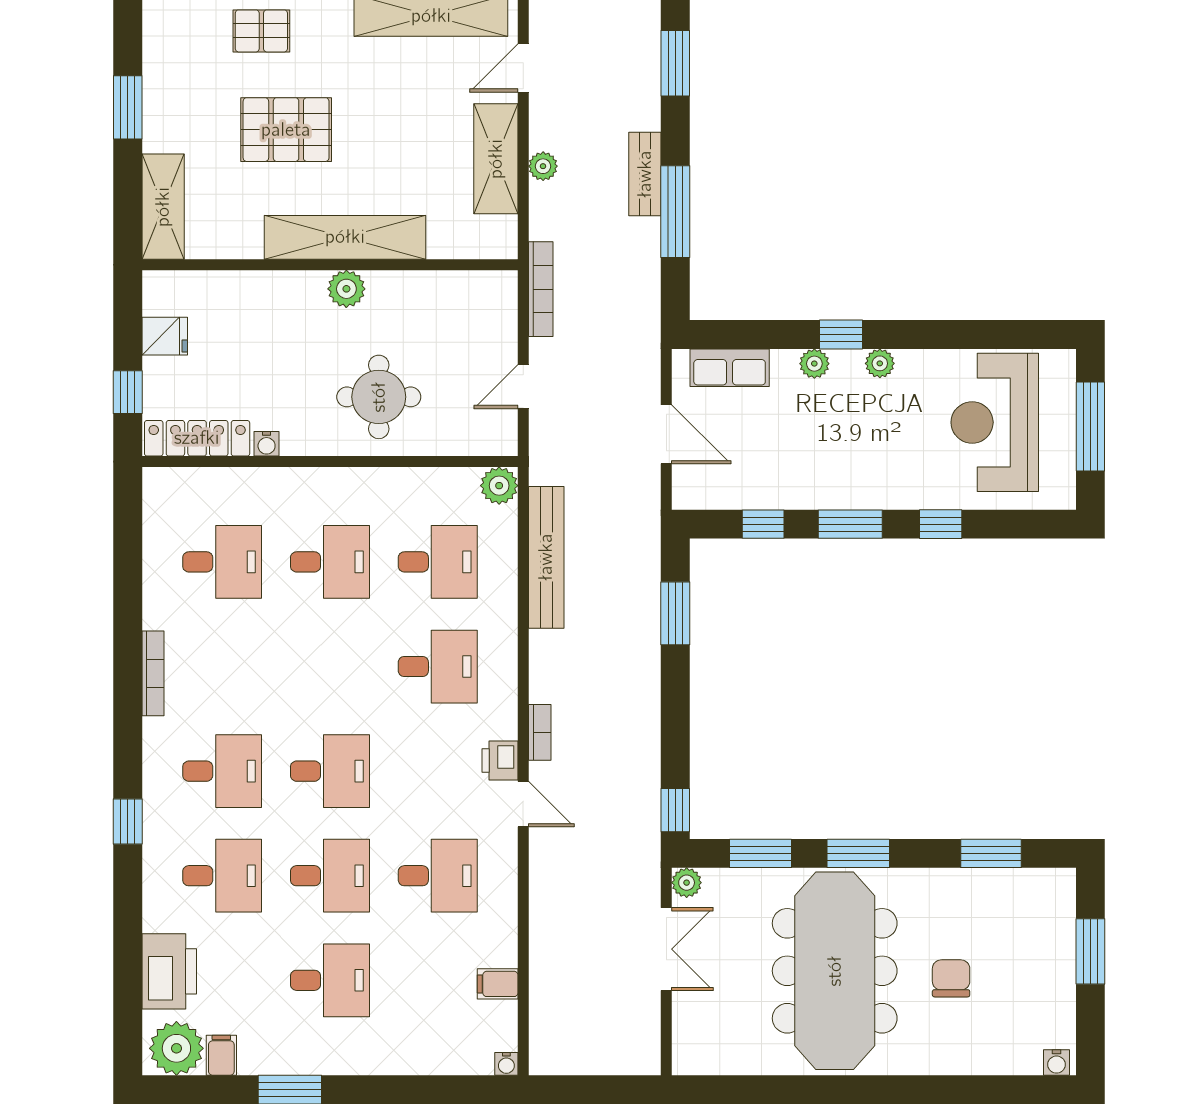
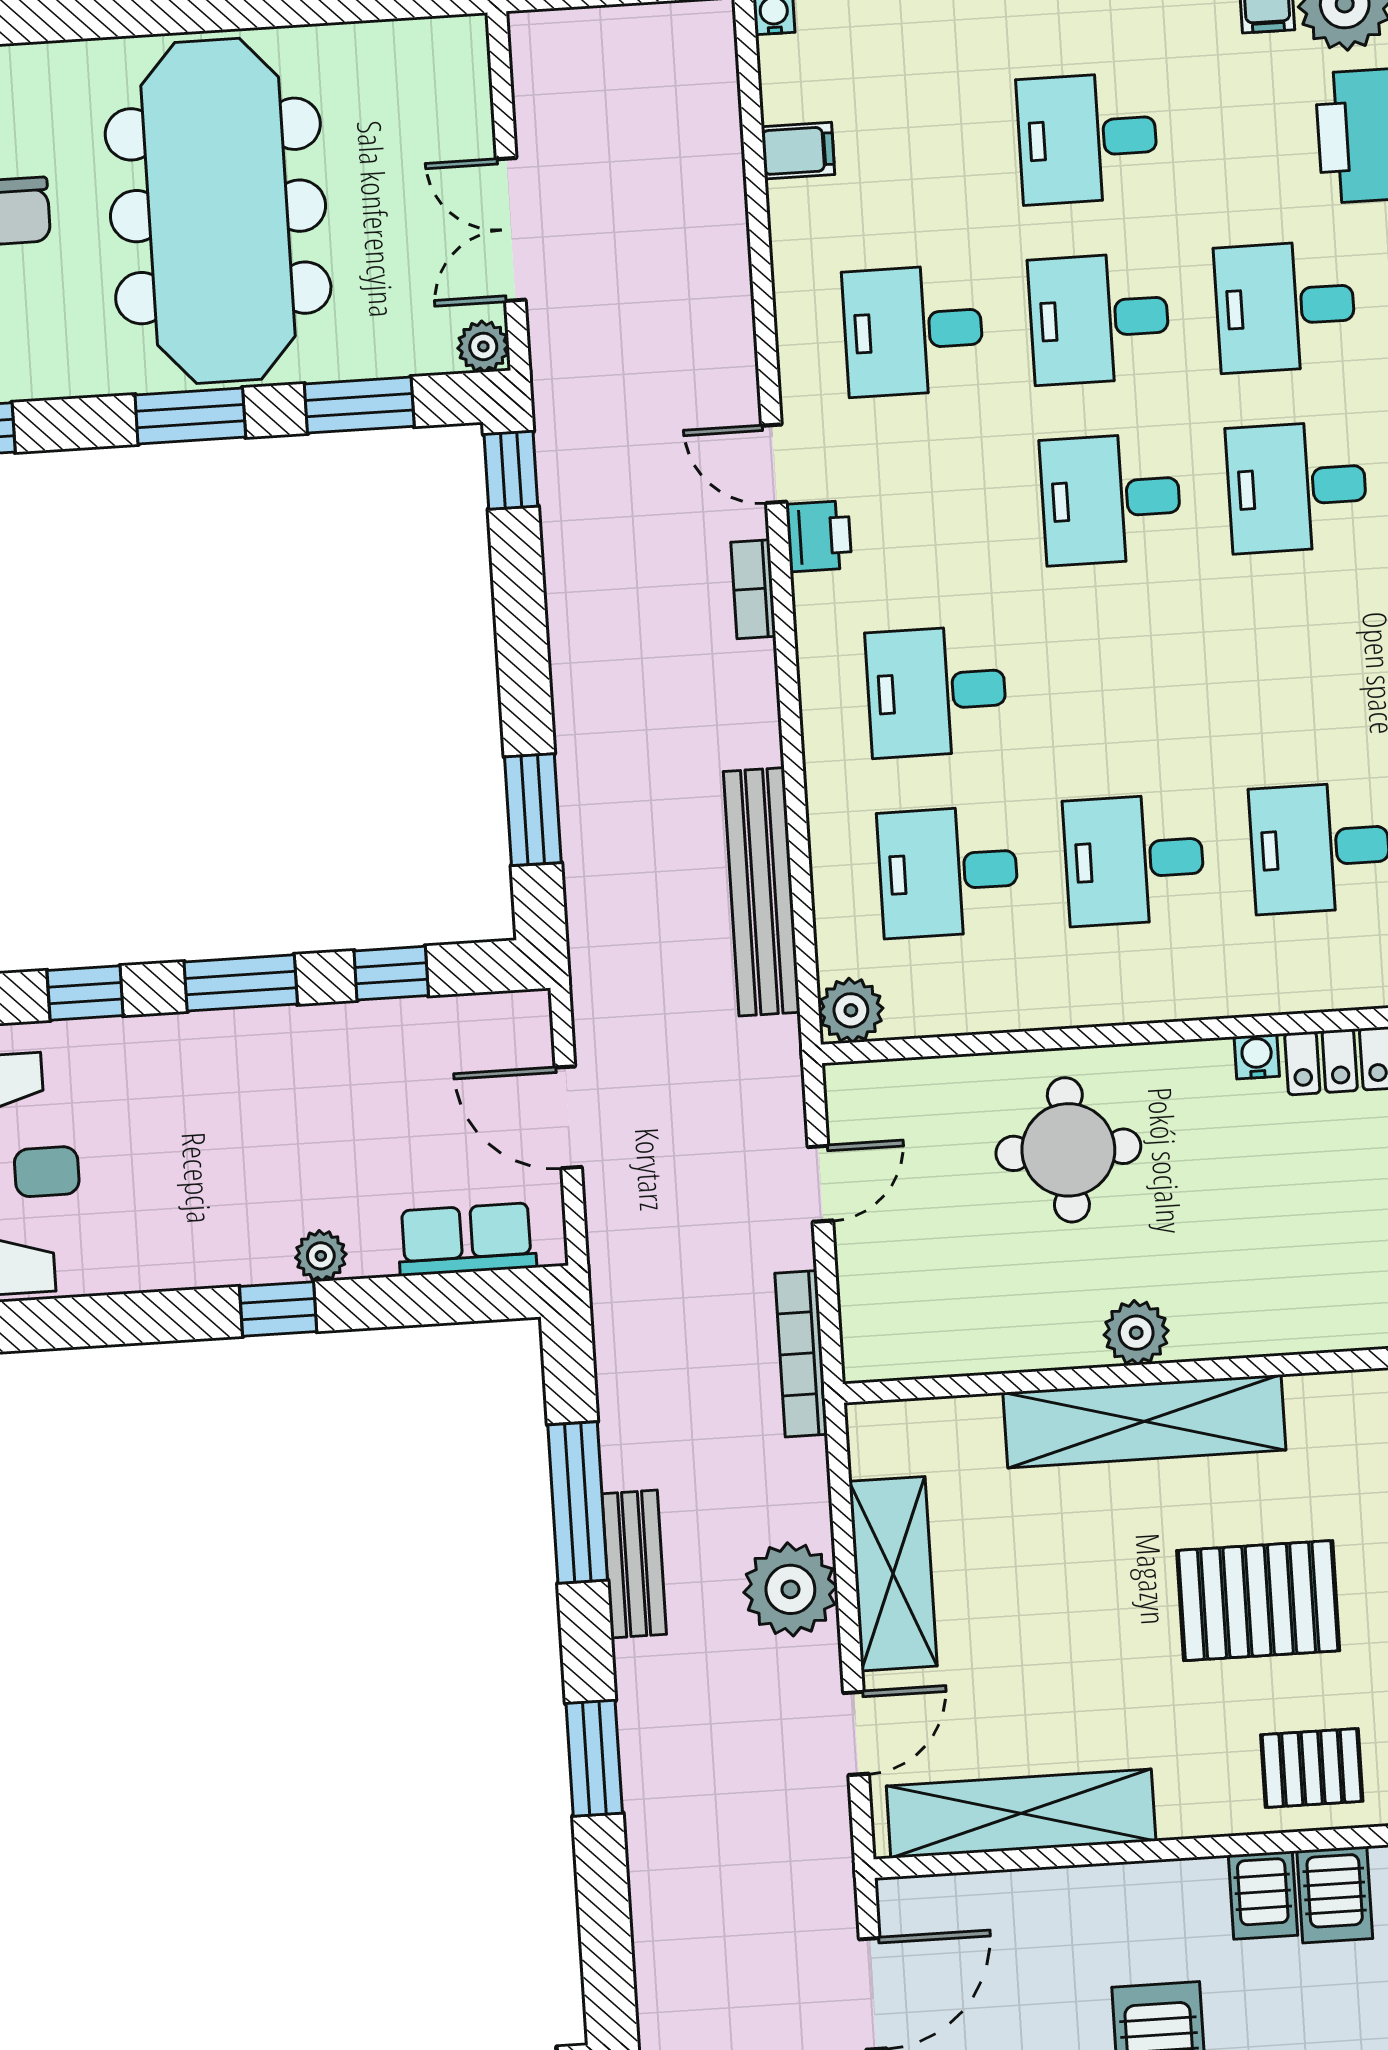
plant: (543, 166) -> (790, 1589), width x1.87, depth x1.87
plant: (880, 363) -> (208, 1264), removed

